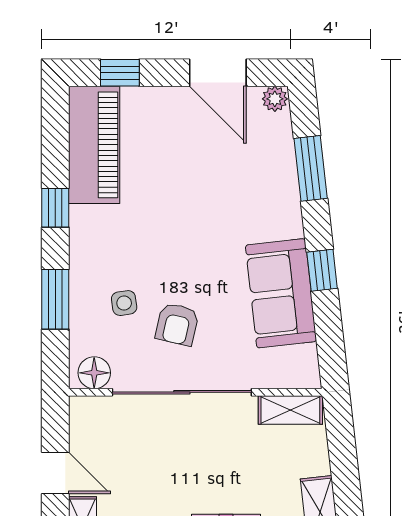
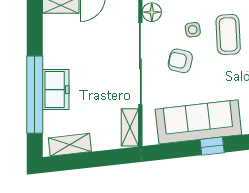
coffee table: (132, 243) -> (228, 35), added
sofa: (281, 293) -> (198, 122), width x1.36

